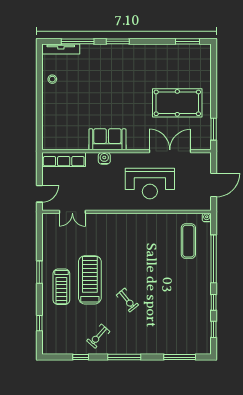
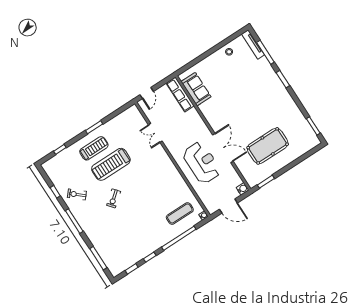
pool table: (177, 103) -> (268, 146), turned 90
sofa: (107, 139) -> (196, 89), moved
double door: (170, 151) -> (223, 148), moved
water cooler: (104, 158) -> (243, 189), moved
reception desk: (150, 183) -> (202, 163), turned 180
door: (39, 194) -> (147, 93), hinge flipped
double door: (72, 212) -> (155, 133), moved
treadmill: (90, 280) -> (111, 164), turned 180
treadmill: (61, 287) -> (94, 148), turned 180

